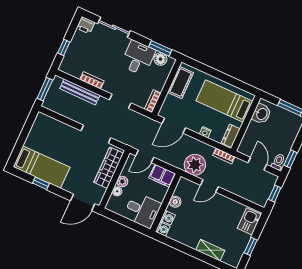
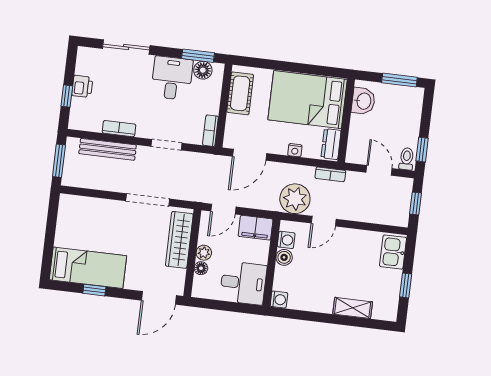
printer: (86, 25) -> (82, 86), moved, turned -90
bed: (224, 101) -> (308, 100), width x1.50
washing machine: (168, 218) -> (286, 240), moved

